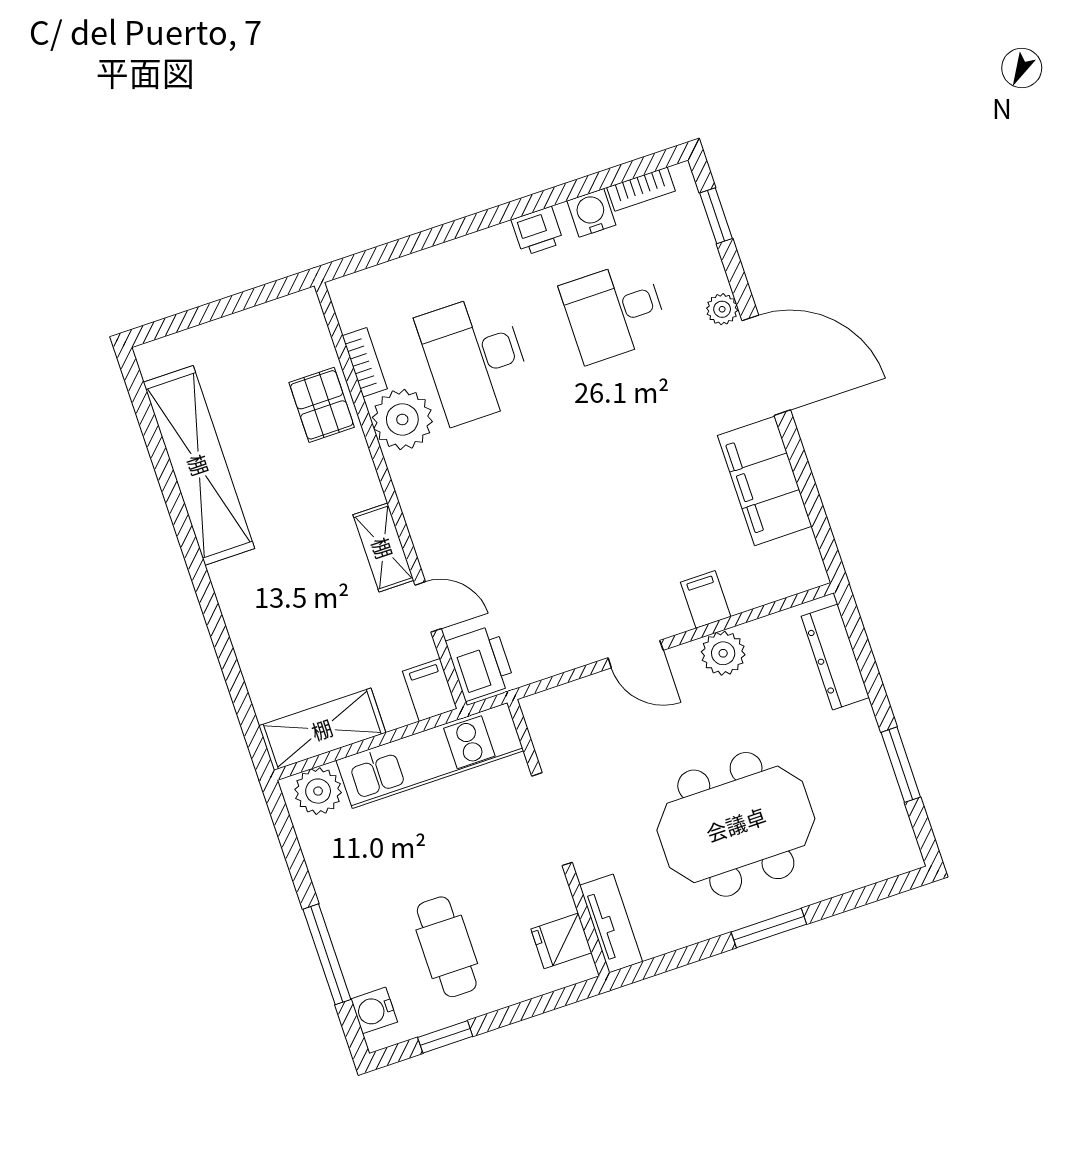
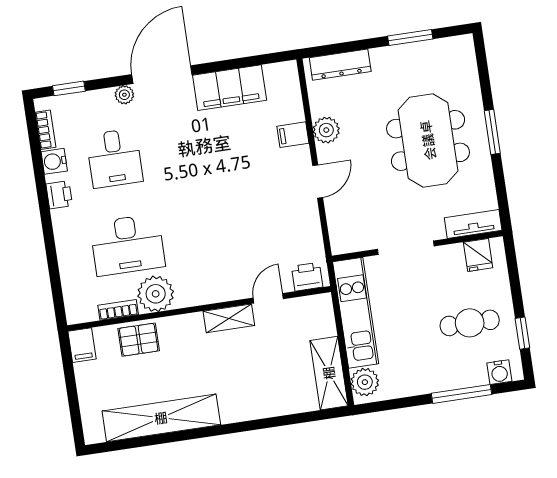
printer: (480, 663) -> (307, 277), width x0.73, depth x0.81
filing cabinet: (430, 690) -> (82, 345), moved, turned -90

